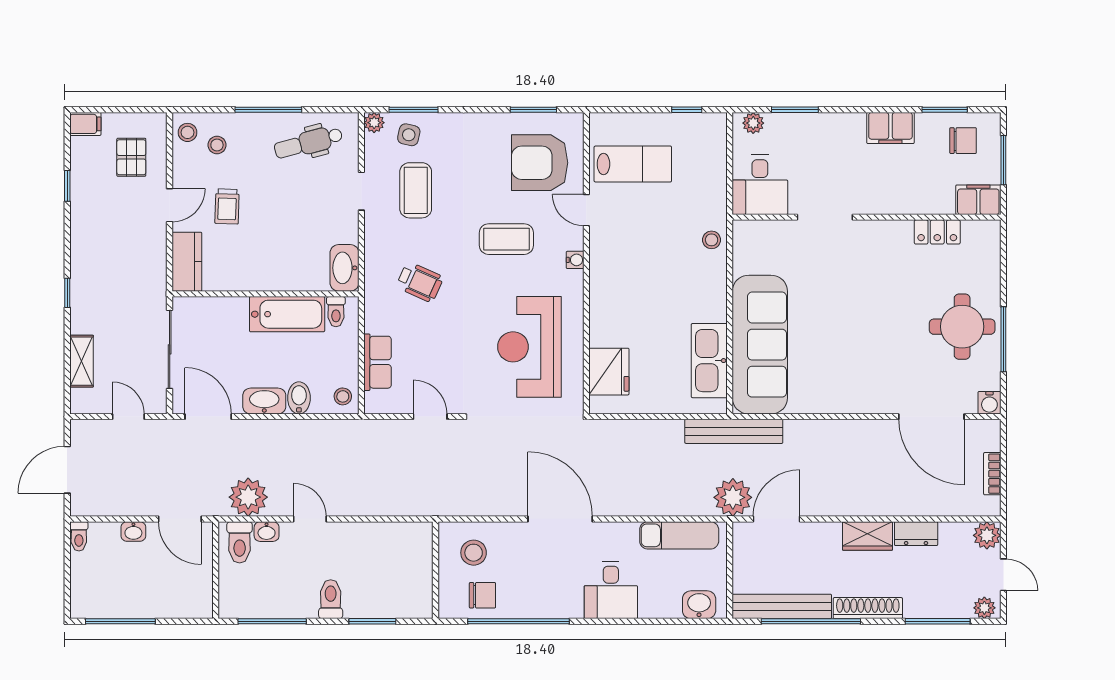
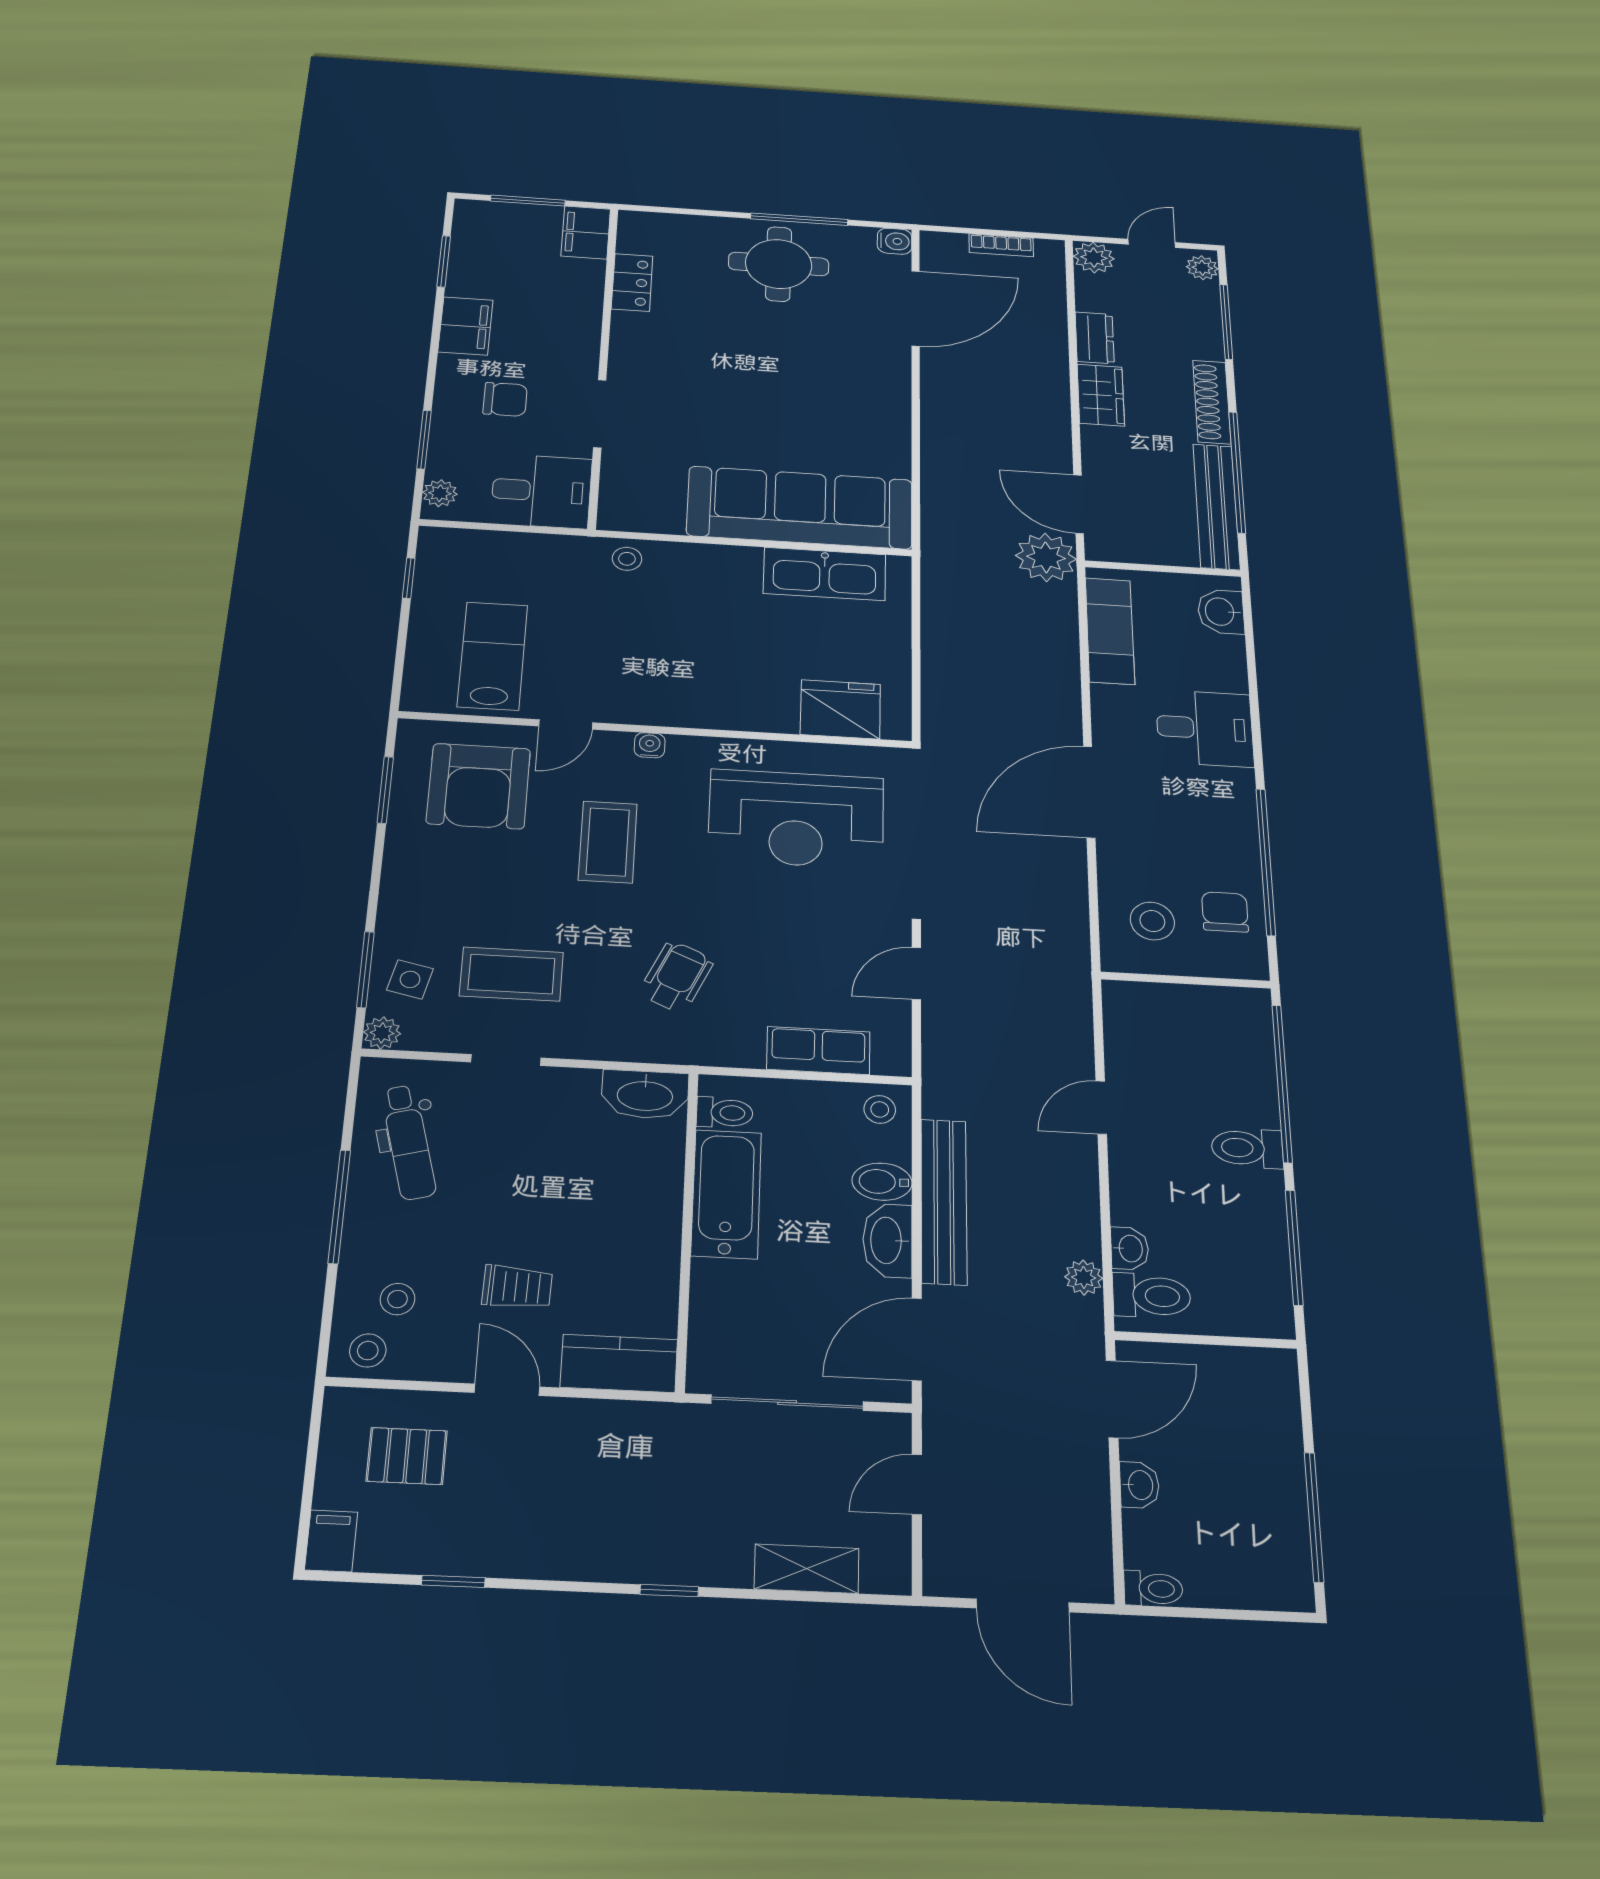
chair: (963, 141) -> (505, 399), moved, turned 90
bench: (734, 431) -> (944, 1201), moved
plant: (248, 497) -> (1084, 1277), width x0.53, depth x0.53
door: (310, 519) -> (1101, 1108), moved
window: (372, 621) -> (1282, 1083), width x2.11

